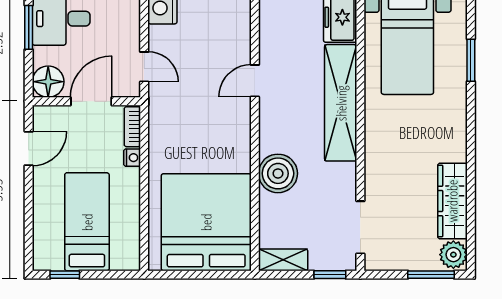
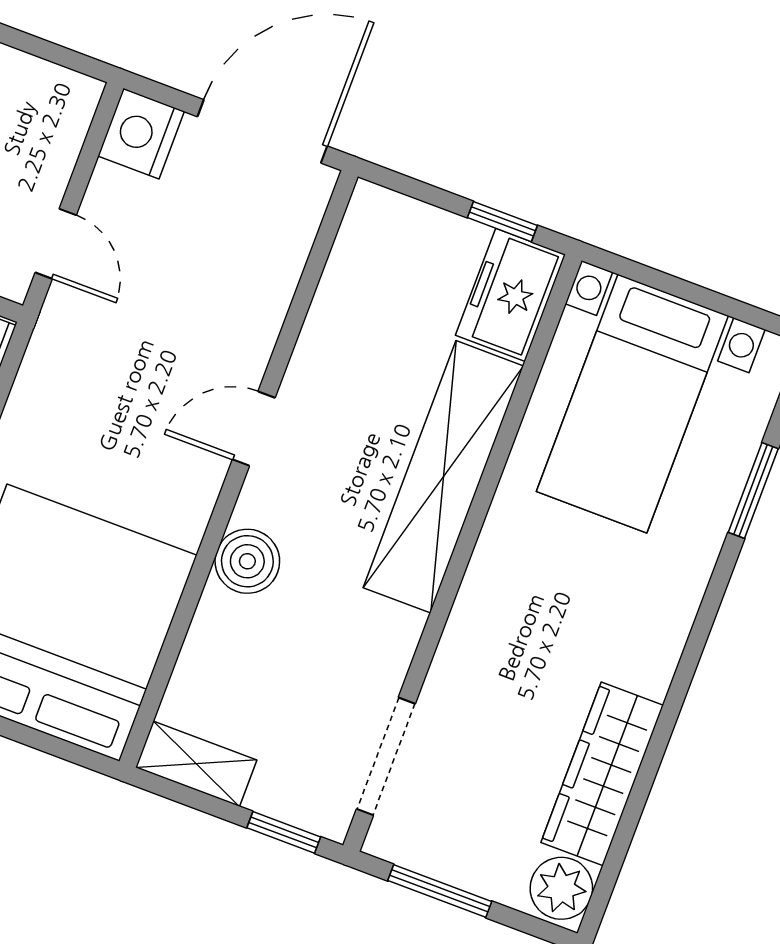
door: (255, 81) -> (254, 429), moved
boiler: (278, 173) -> (247, 561), width x0.73, depth x0.73
window: (431, 275) -> (440, 891), moved

